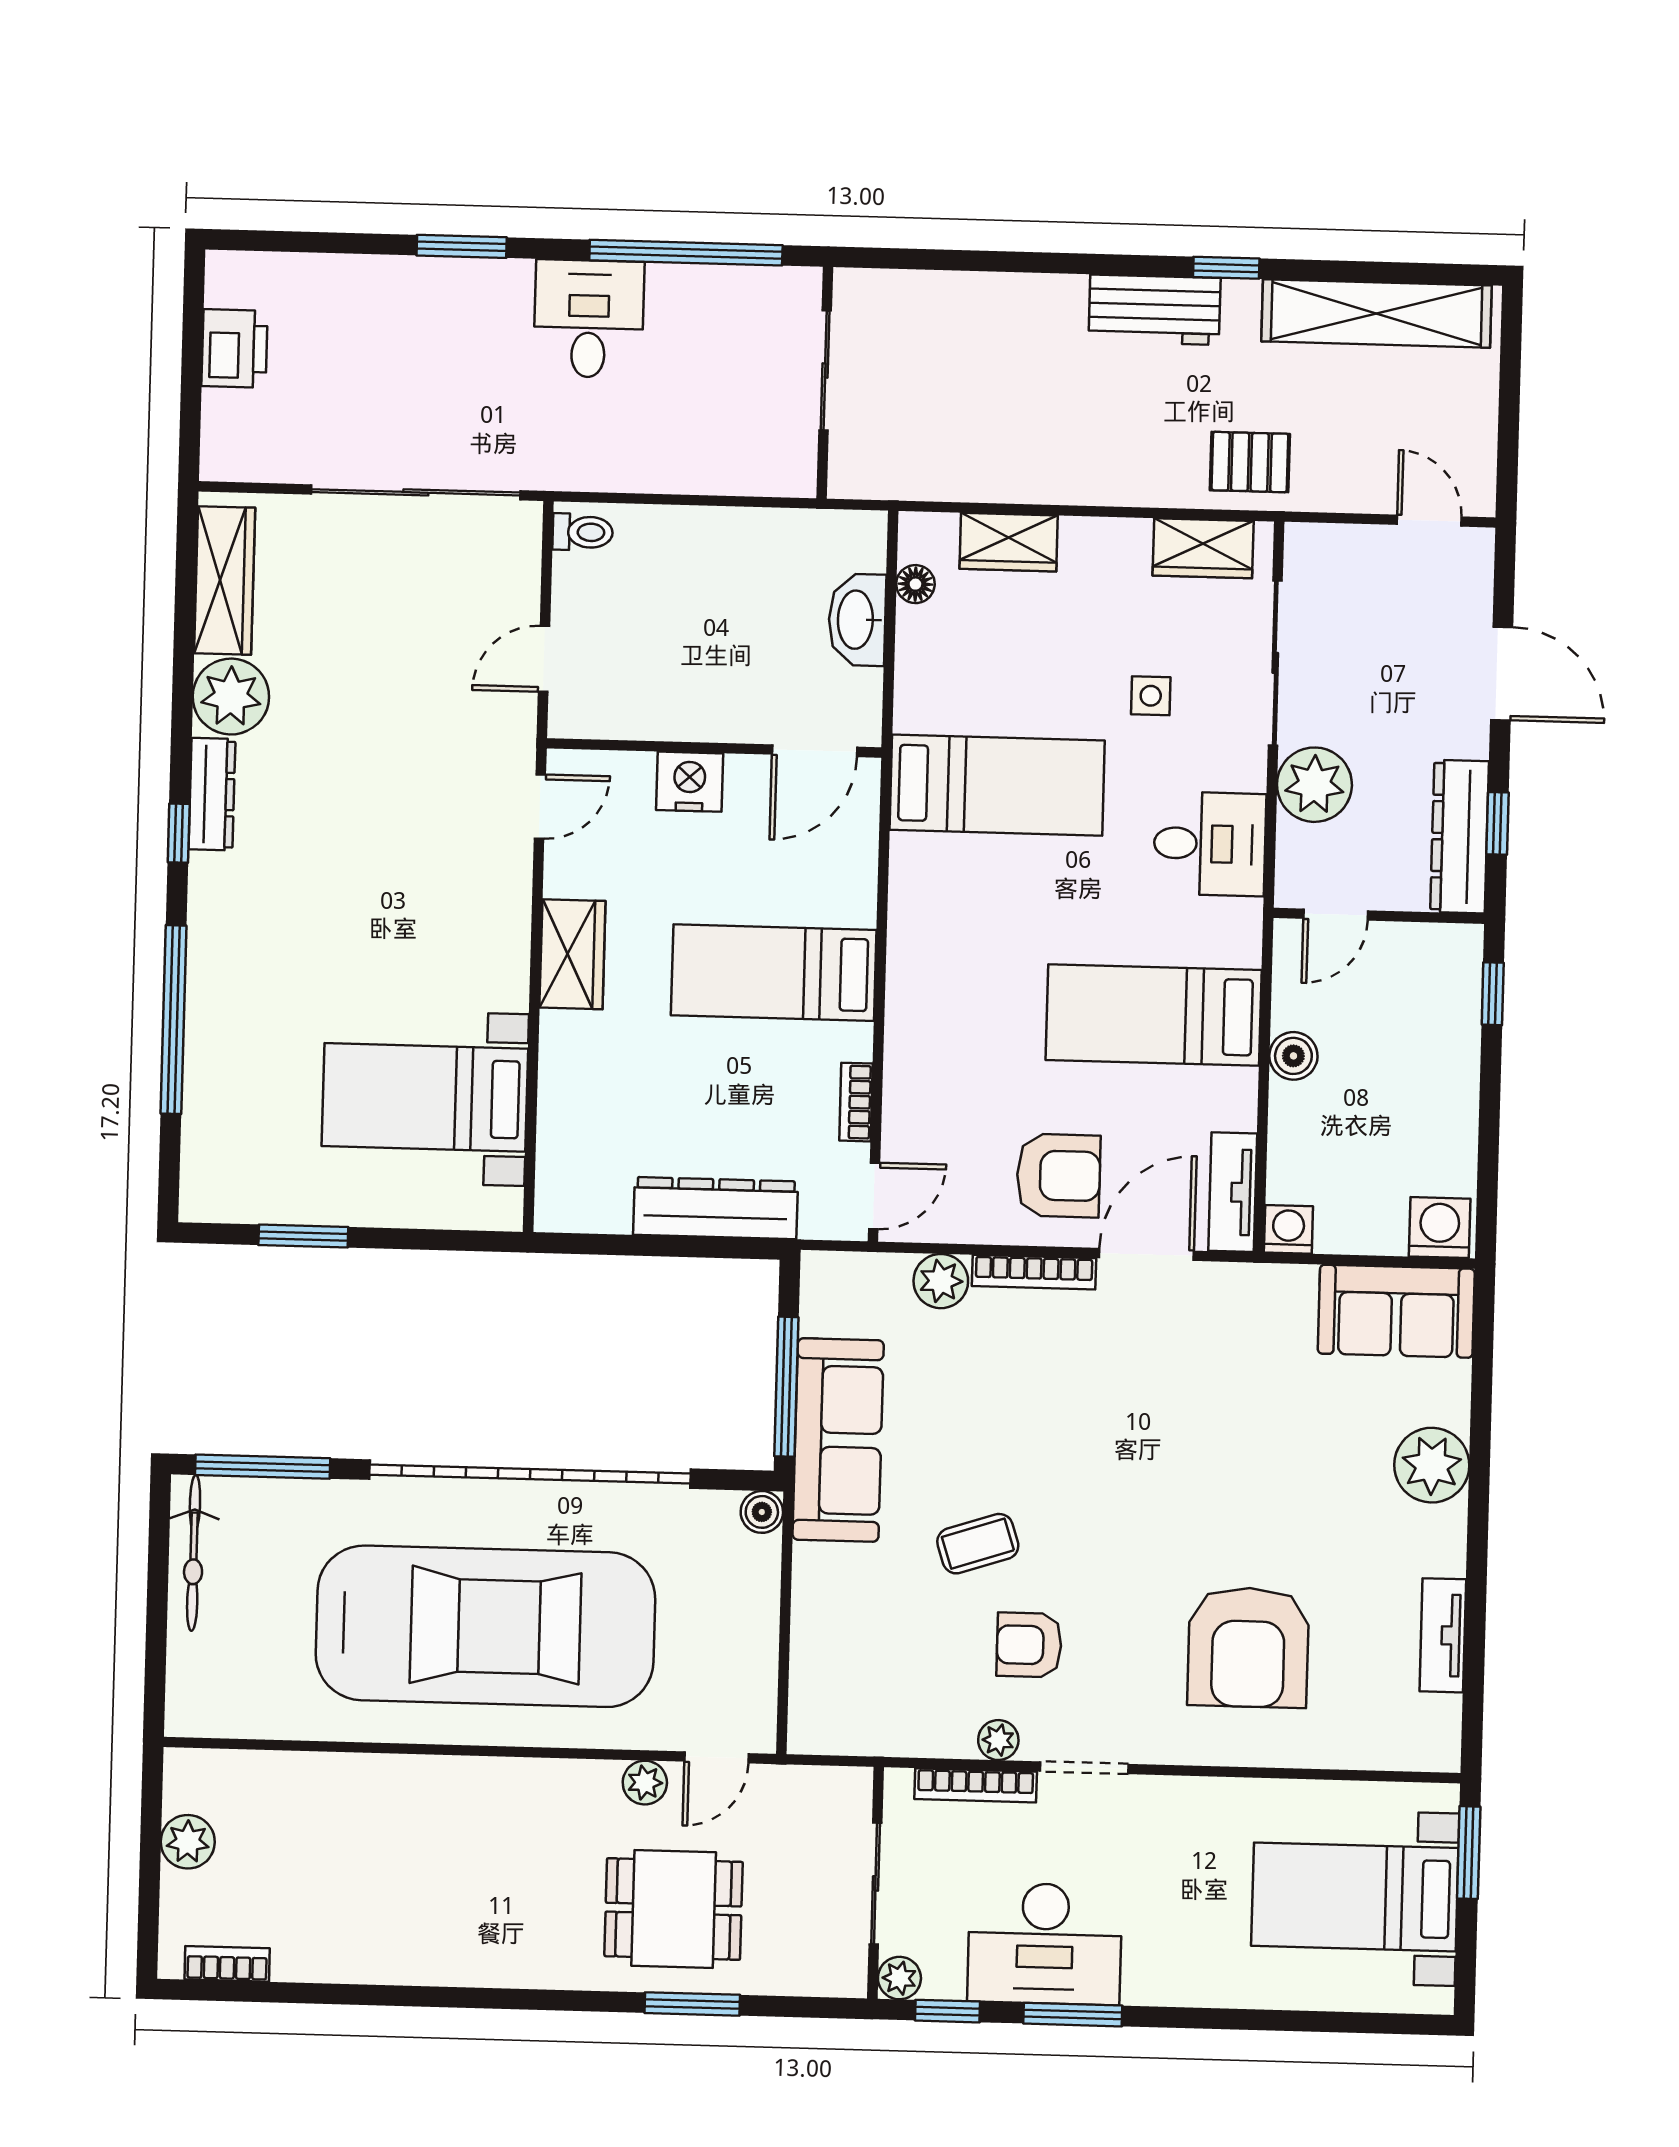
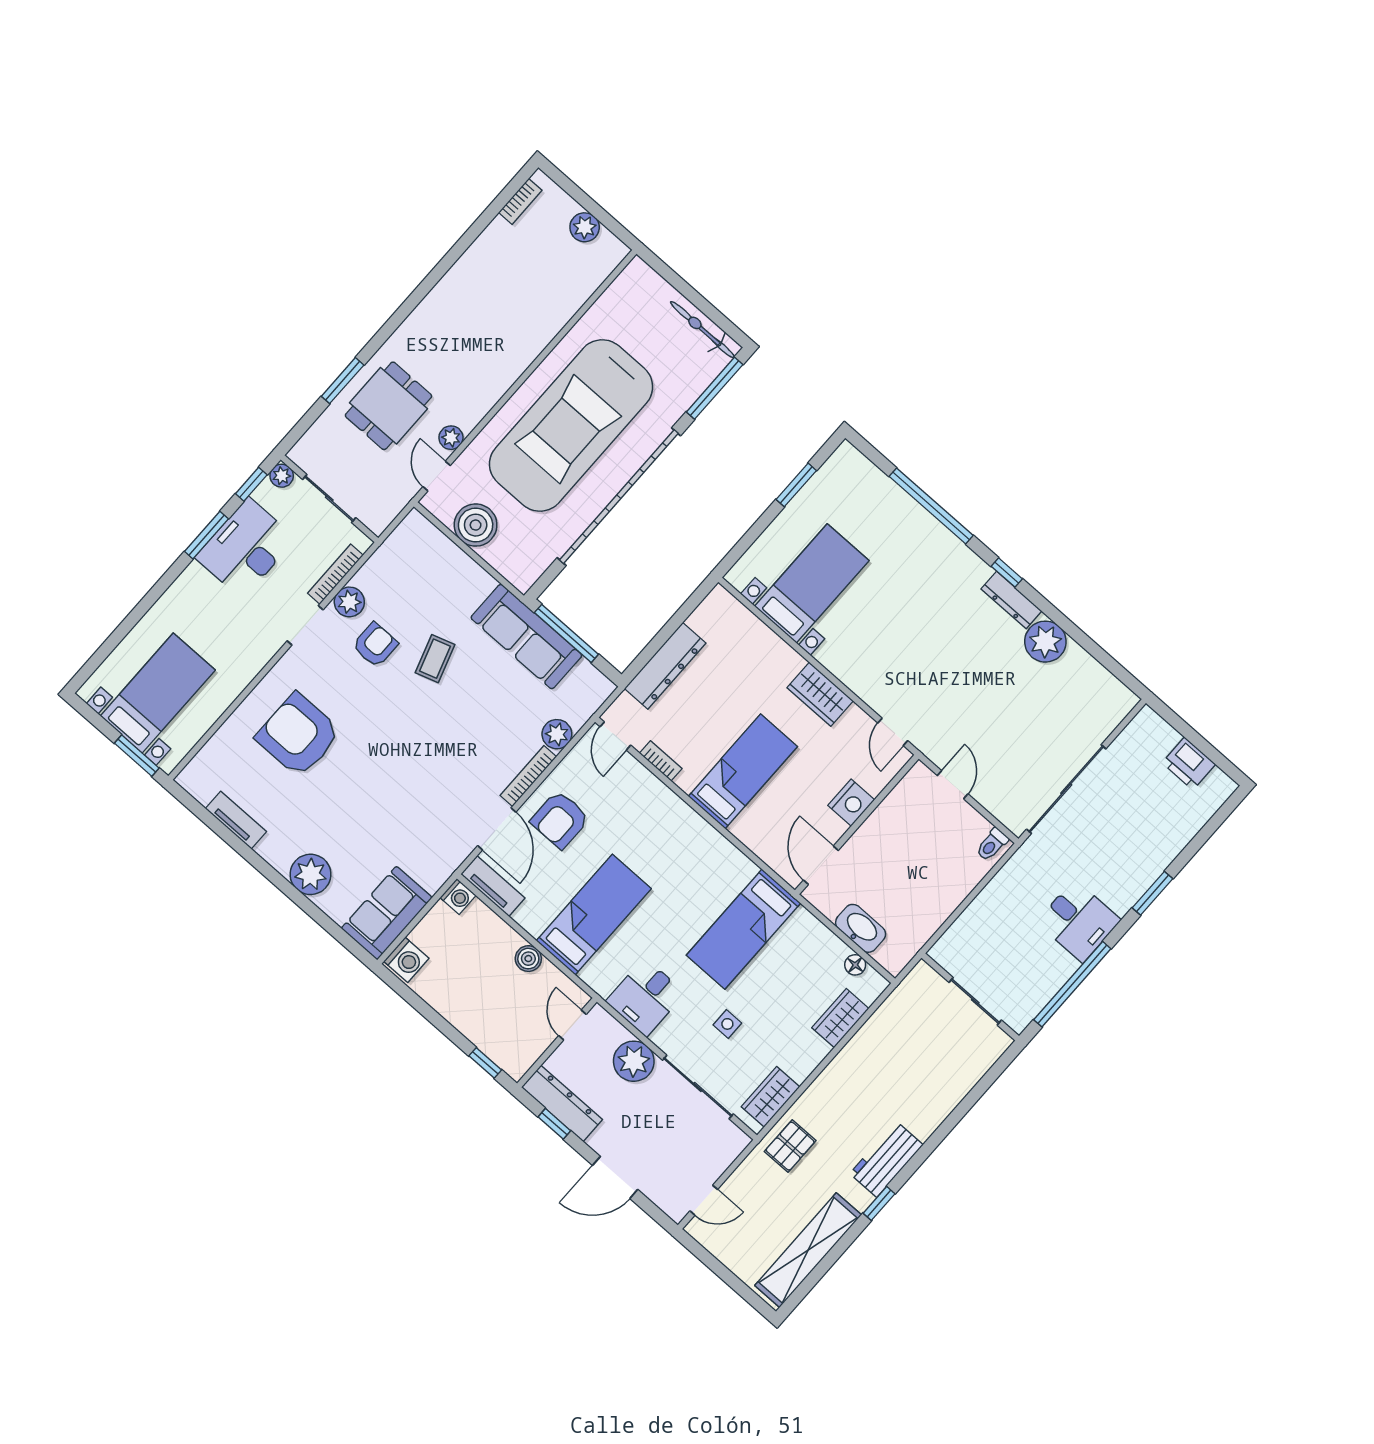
wardrobe: (225, 580) -> (1096, 679), removed
boiler: (762, 1512) -> (476, 525), moved, width x1.86, depth x1.86
plant: (998, 1740) -> (349, 602), width x1.38, depth x1.38

